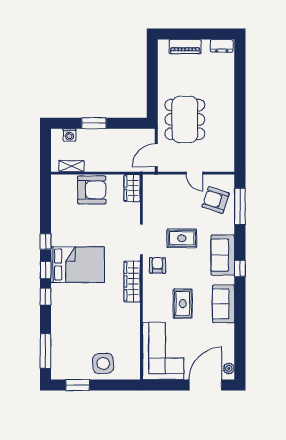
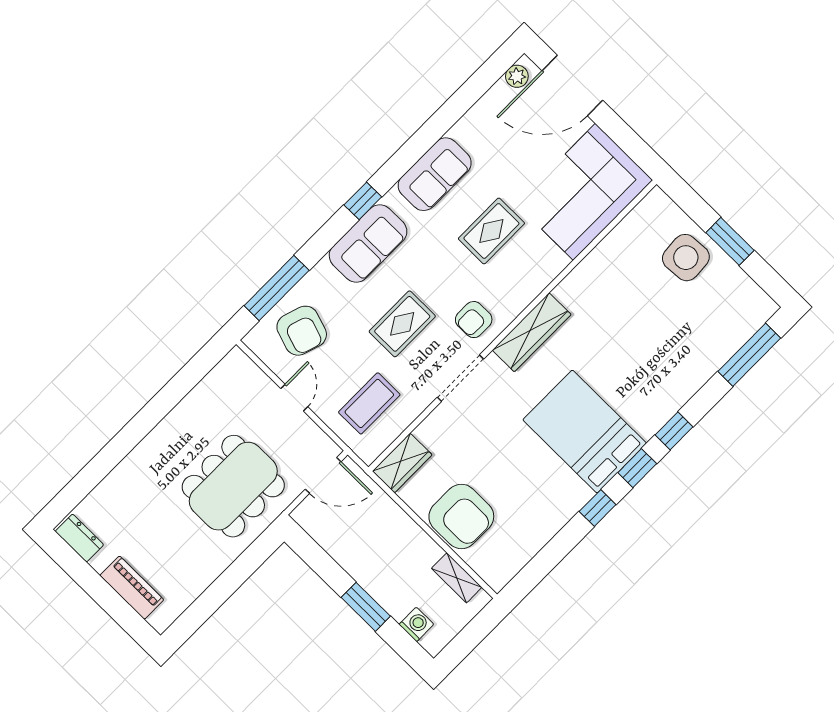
armchair: (92, 190) -> (461, 516), turned 180
coffee table: (165, 198) -> (369, 403), added
rug: (182, 238) -> (402, 324), turned 90
window: (78, 385) -> (730, 241), moved

